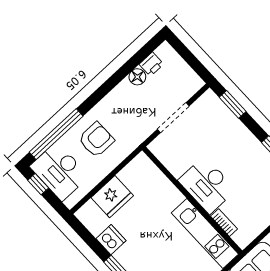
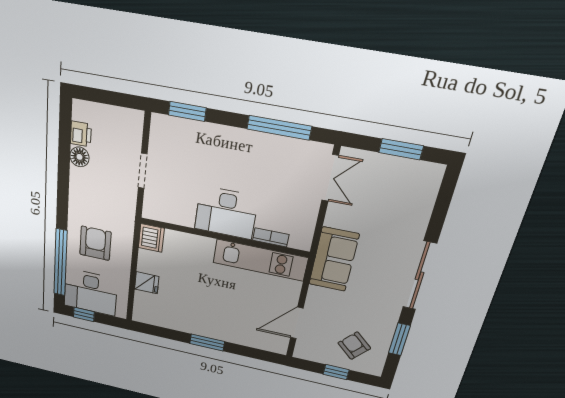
doorway: (173, 118) -> (143, 171), width x0.73
fridge: (112, 197) -> (147, 283), width x0.53, depth x0.75
dishwasher: (111, 240) -> (151, 238), moved, turned 90

